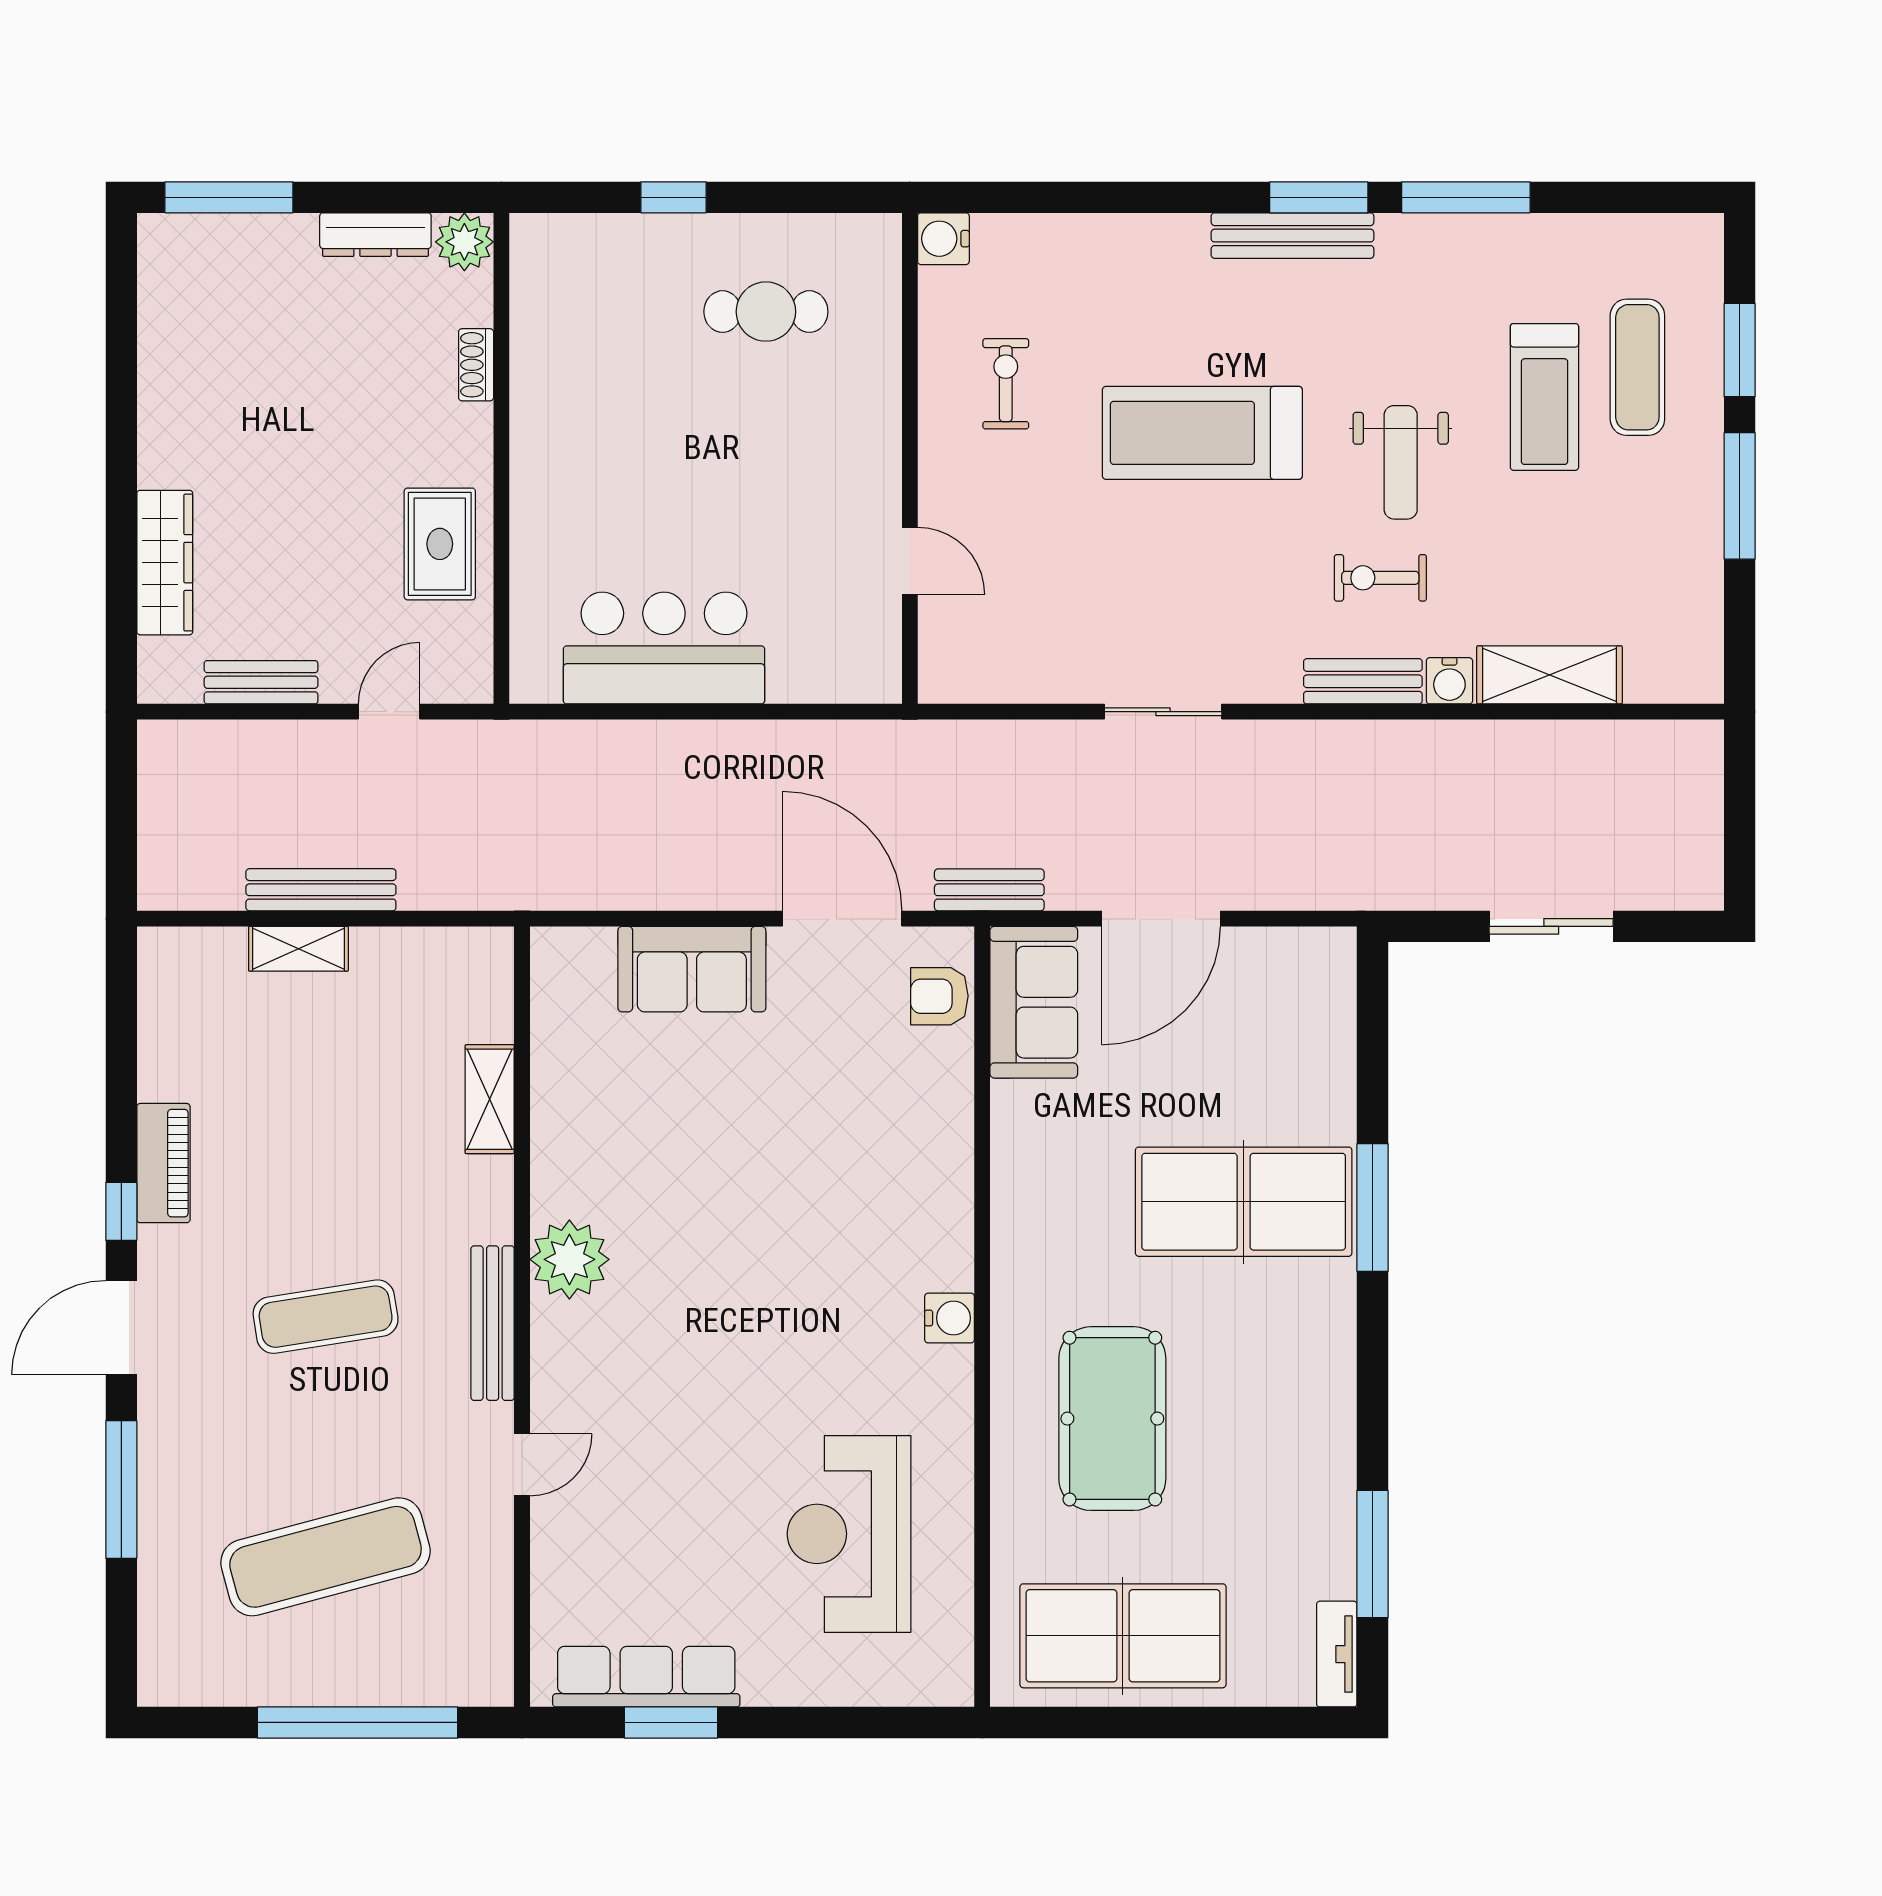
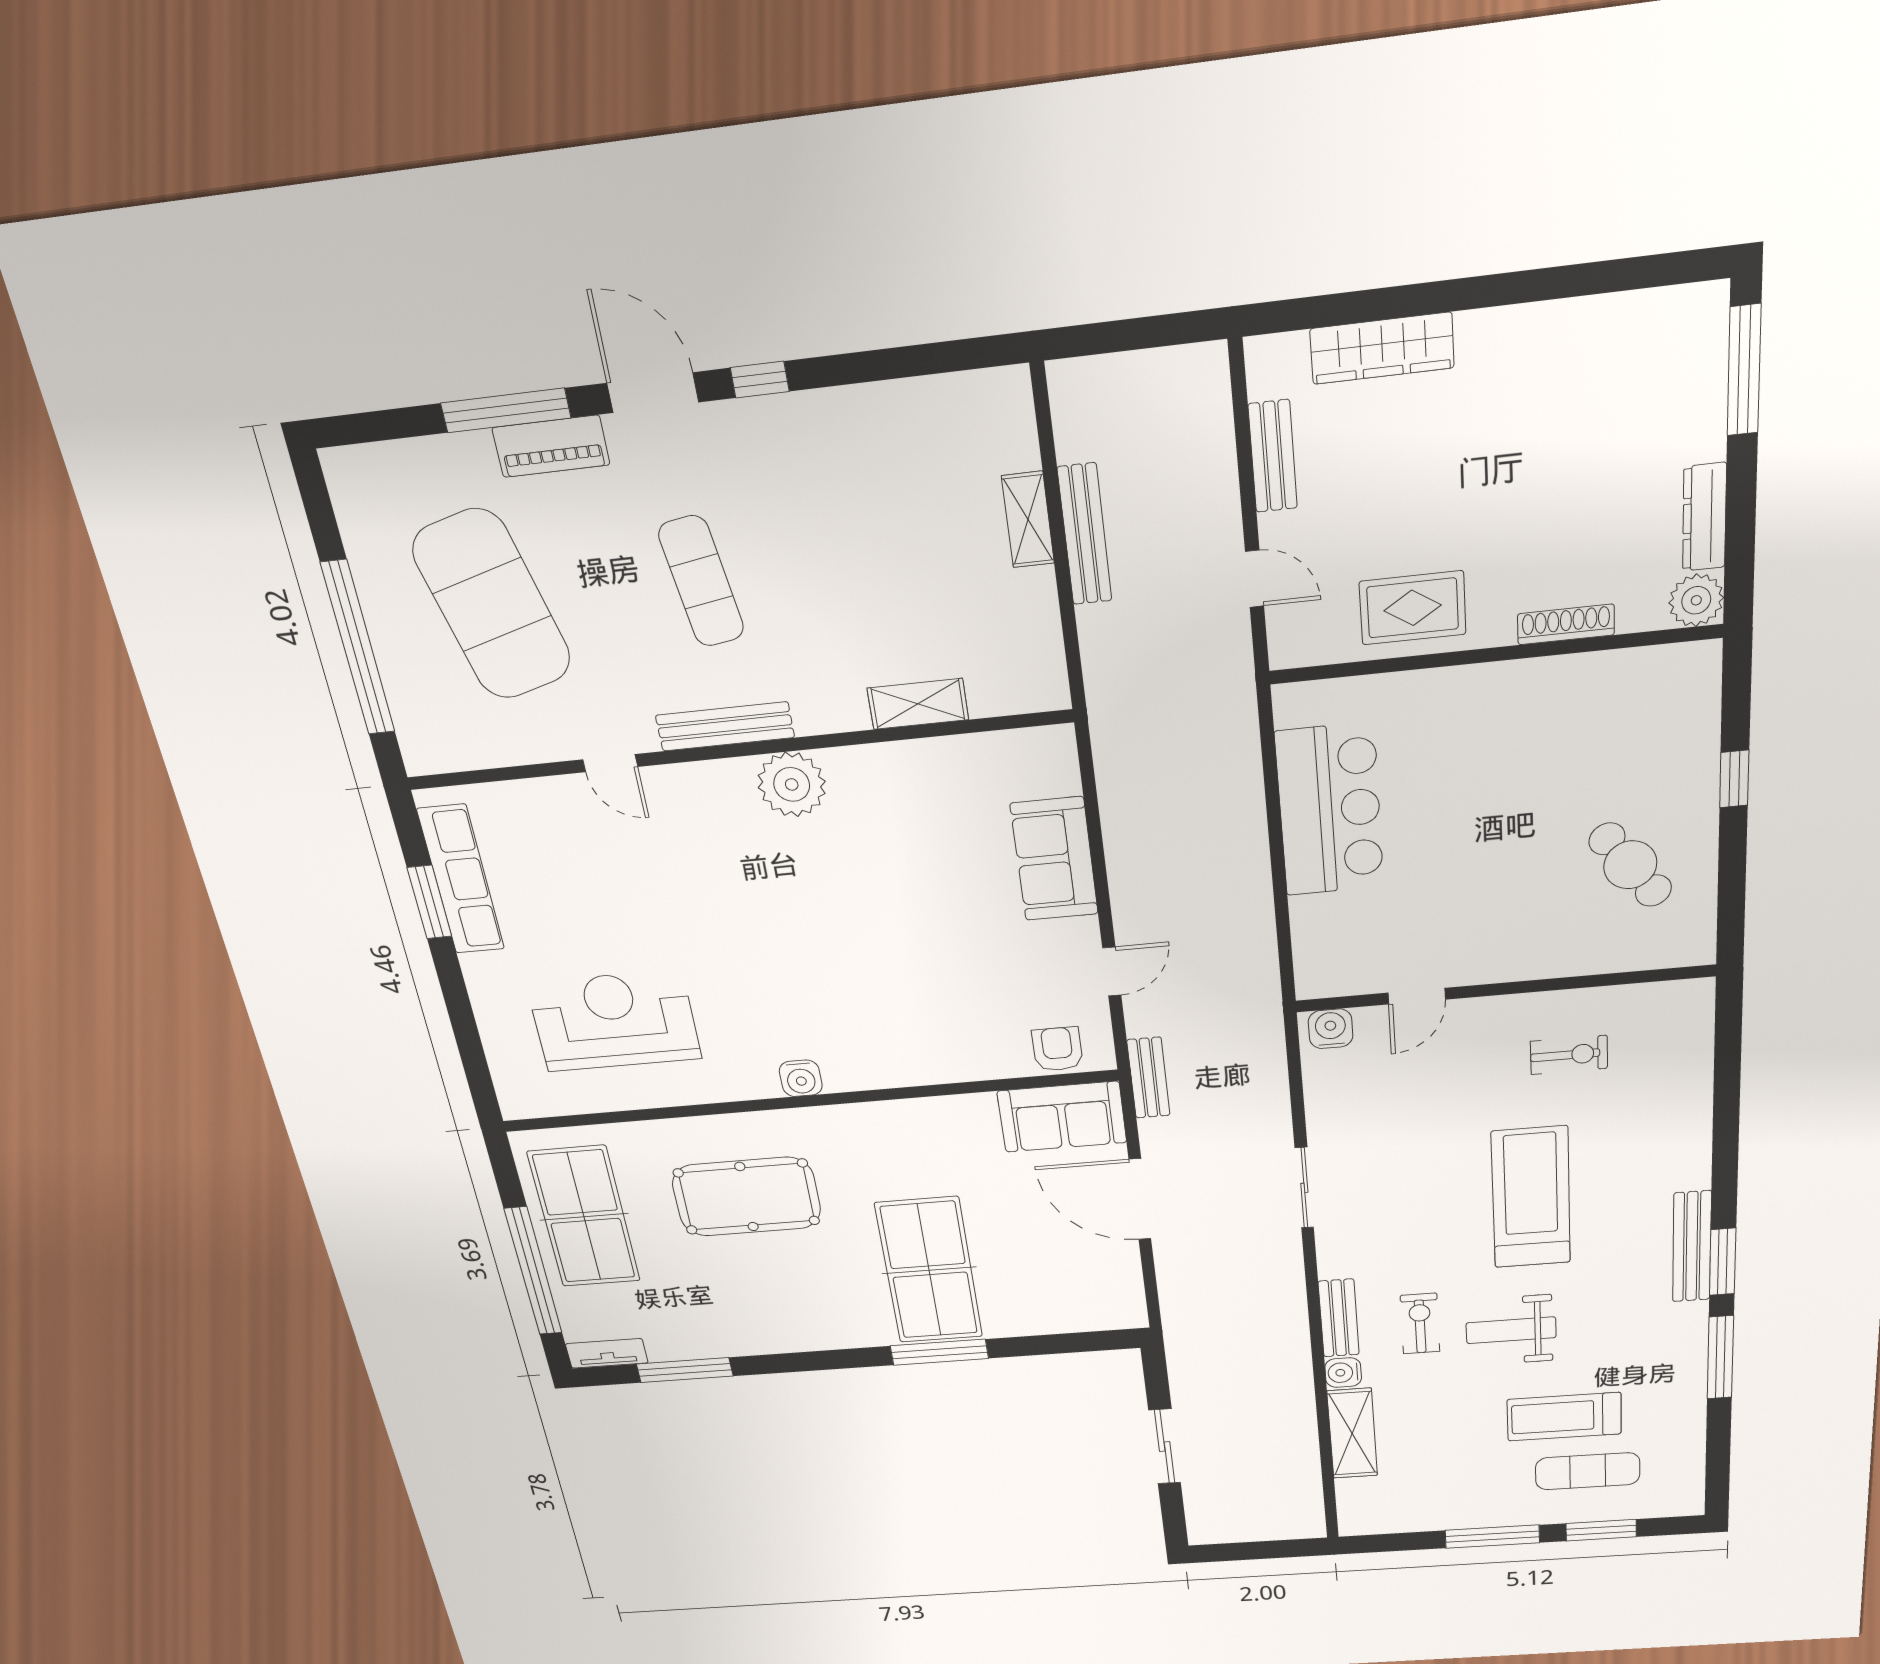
water cooler: (943, 239) -> (1331, 1029), moved
cafe table: (766, 312) -> (1630, 865), turned -37
shoe rack: (476, 365) -> (1566, 624), width x1.43
door: (842, 919) -> (1112, 972), width x0.53
piano: (163, 1163) -> (551, 446), moved
exercise mat: (326, 1557) -> (492, 605), width x1.47
window: (1200, 1722) -> (533, 1271), added

